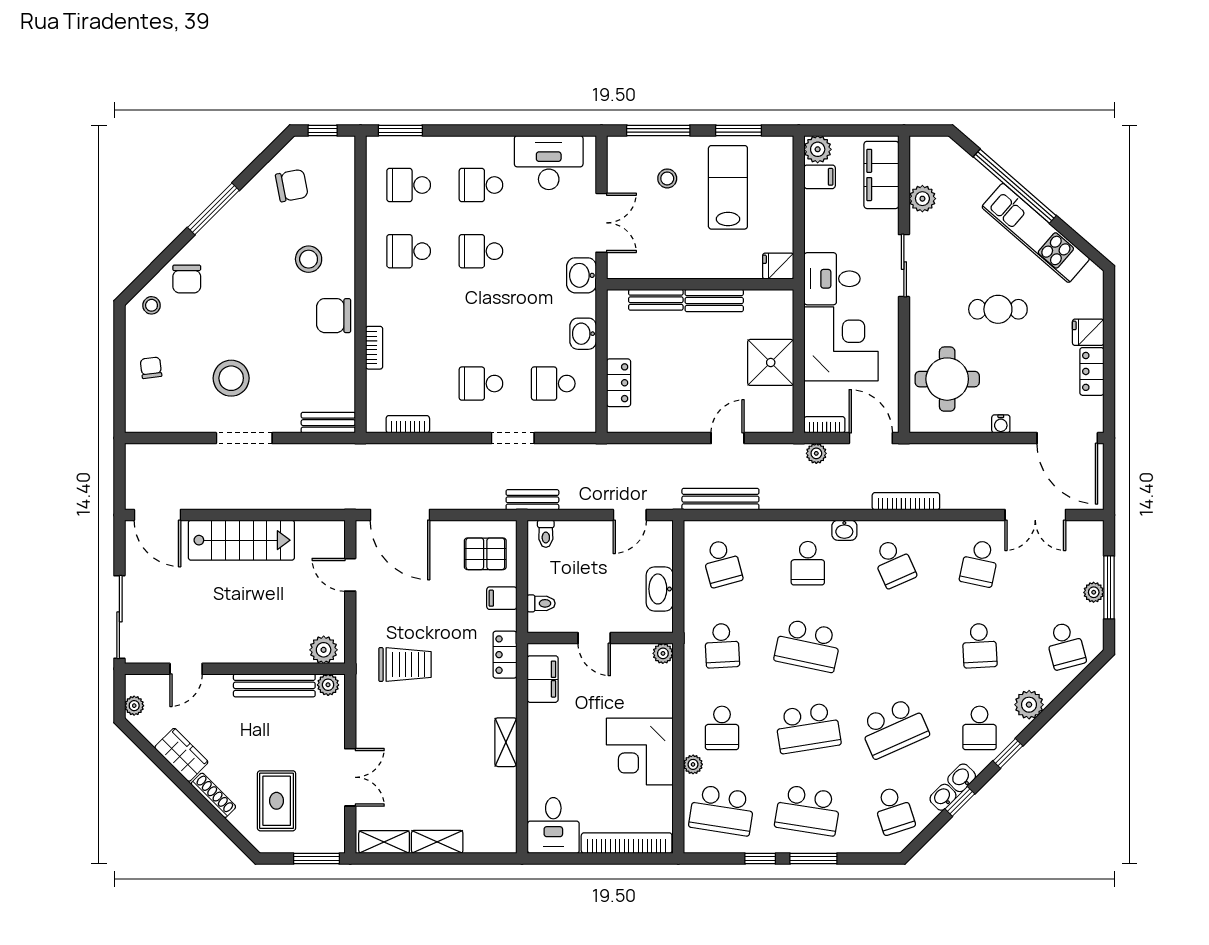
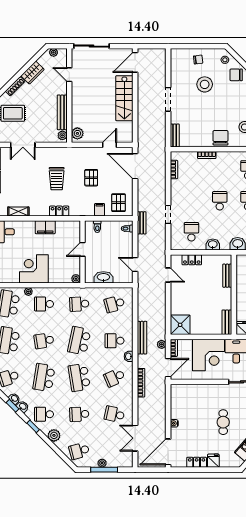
bench: (714, 301) -> (227, 322), moved
shower: (771, 362) -> (180, 325), moved
stool: (231, 378) -> (205, 84), moved
round table: (947, 379) -> (193, 400), removed
school desk: (481, 384) -> (220, 201), moved
door: (728, 438) -> (168, 275), moved
bench: (720, 499) -> (142, 338), moved
door: (400, 515) -> (135, 166), hinge flipped
pallet: (427, 618) -> (91, 178), added
school desk: (894, 646) -> (79, 377), added
locker: (505, 655) -> (59, 211), moved
trolley: (405, 665) -> (57, 179), moved
filing cabinet: (543, 679) -> (45, 227), moved
school desk: (808, 728) -> (44, 341), width x0.54
school desk: (894, 728) -> (44, 377), turned 33
shelving: (506, 742) -> (18, 211), moved

